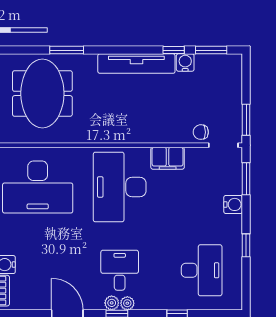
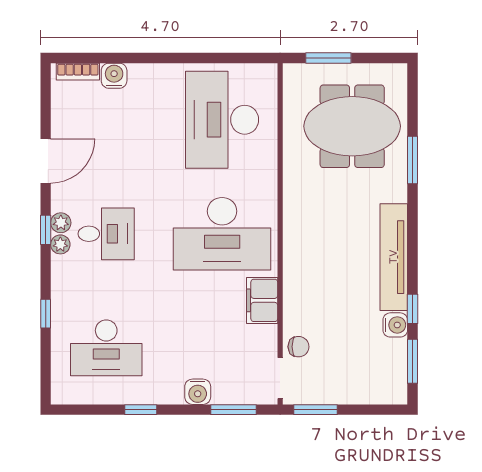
chair: (201, 132) -> (298, 347), turned 90
desk: (120, 187) -> (222, 234), turned 180

